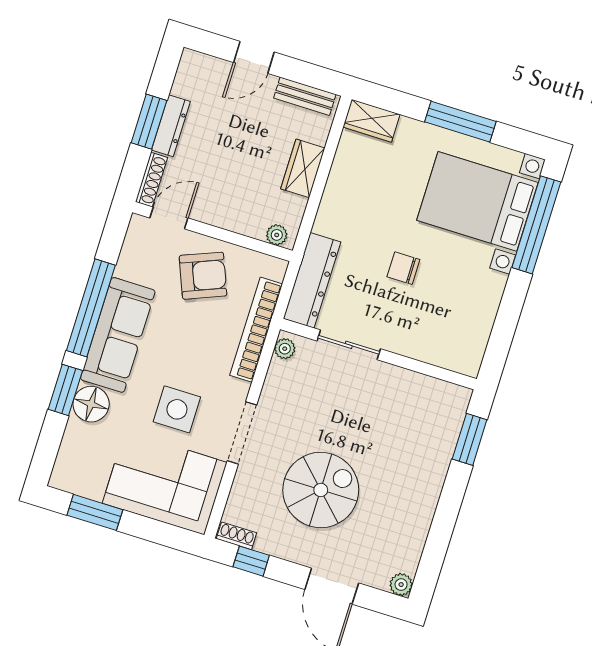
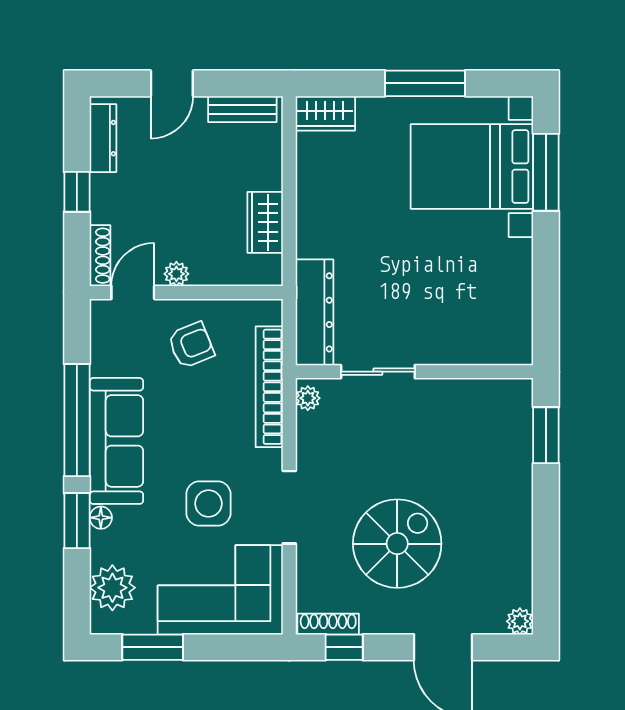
window: (149, 122) -> (77, 192), width x0.67
dresser: (171, 126) -> (103, 138), moved
wardrobe: (303, 168) -> (265, 222), moved
window: (536, 225) -> (546, 172), width x0.68
plant: (277, 235) -> (176, 274), moved
chair: (403, 268) -> (412, 267), removed
armchair: (203, 276) -> (191, 345), width x0.72, depth x0.72
floor lamp: (91, 404) -> (101, 518), width x0.53, depth x0.53
plant: (77, 454) -> (112, 588), added
shoe rack: (236, 536) -> (328, 624), width x1.43

